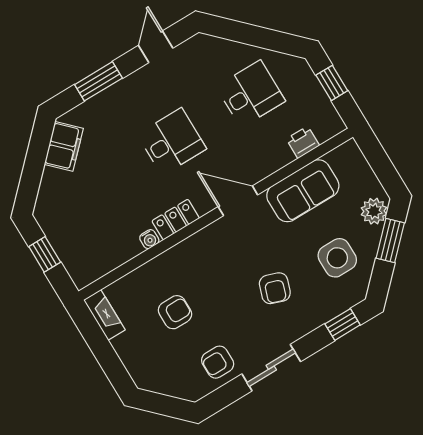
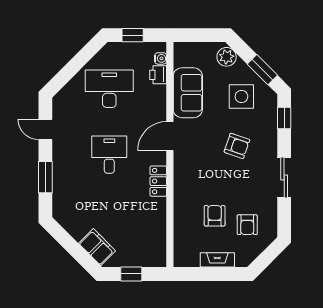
desk: (251, 94) -> (109, 89), width x1.37
filing cabinet: (64, 146) -> (97, 247), moved
water cooler: (149, 239) -> (161, 58), moved
window: (390, 240) -> (262, 70), moved
fireplace: (104, 315) -> (217, 260), moved
armchair: (218, 362) -> (247, 225), moved

